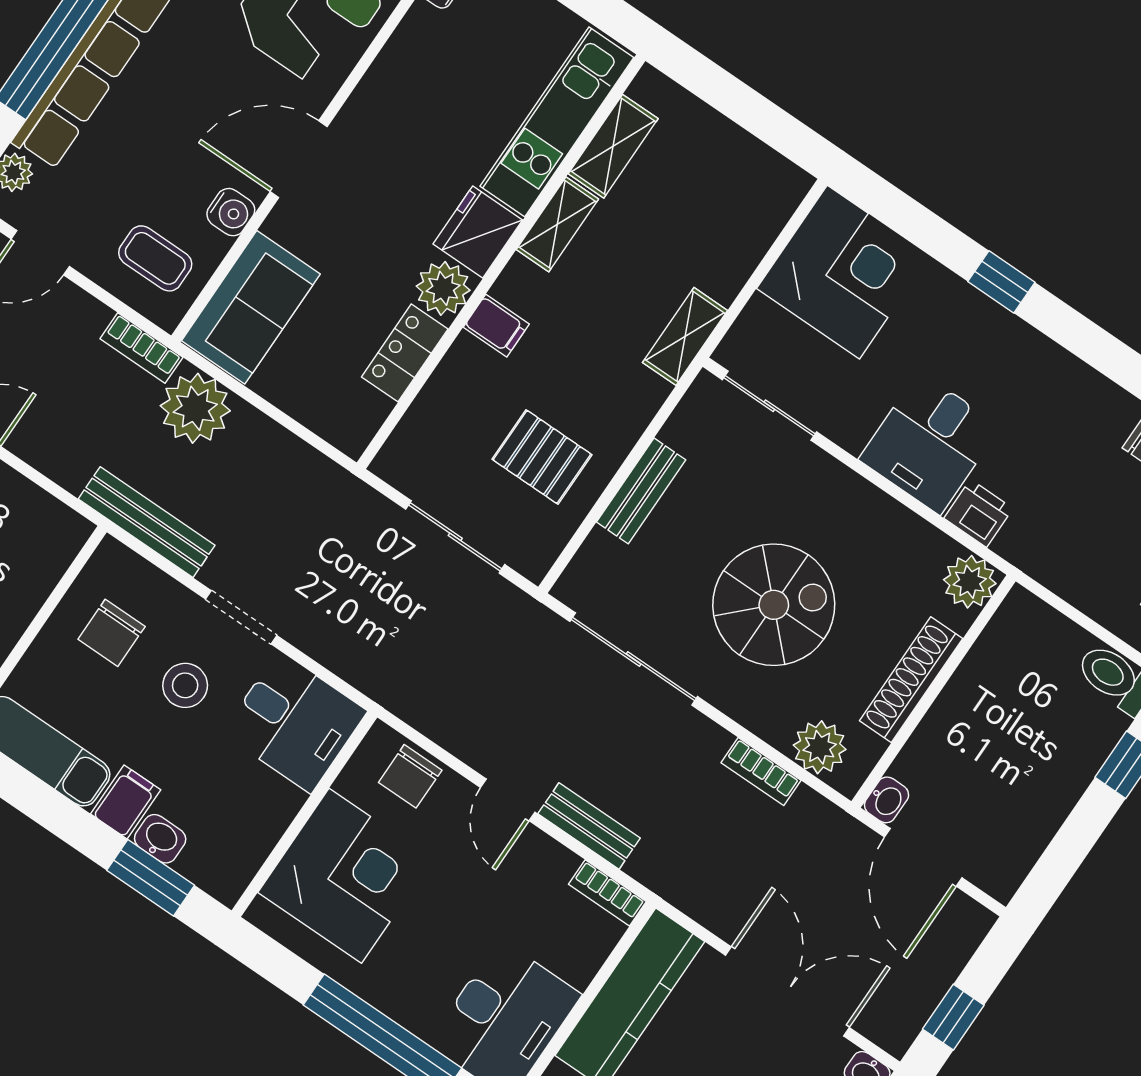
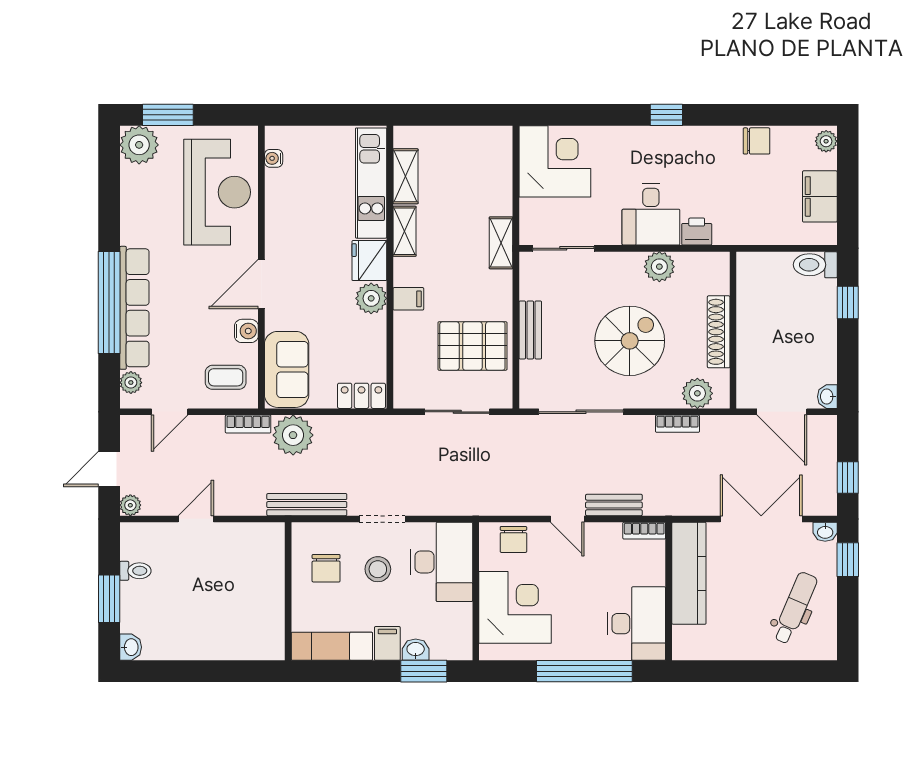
window: (1001, 282) -> (666, 115), moved
locker: (405, 353) -> (361, 396), moved, turned 90
pallet: (542, 457) -> (472, 346), width x1.50, depth x1.42
plant: (970, 582) -> (659, 267), moved
desk: (295, 722) -> (441, 562), width x1.37
washbasin: (887, 800) -> (827, 397), moved, turned 180

